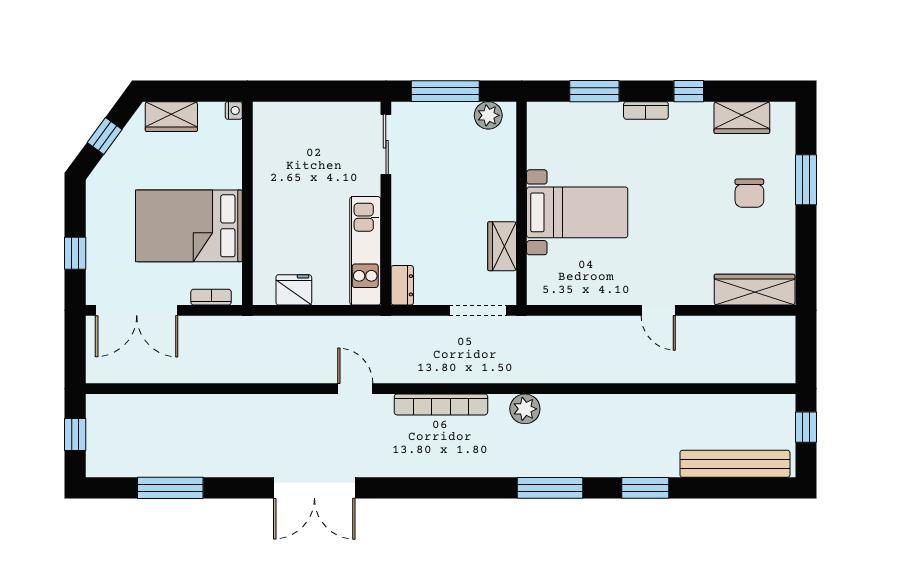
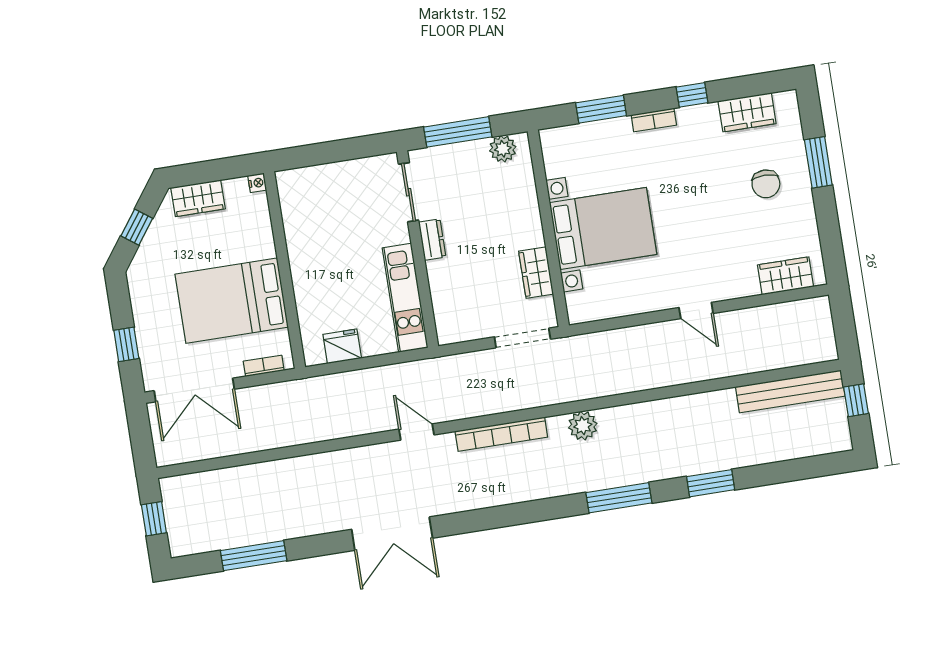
bed with nightstands: (577, 212) -> (603, 229), width x1.36
dresser: (402, 285) -> (432, 240), moved
wardrobe: (755, 290) -> (786, 276), width x0.67
bench: (735, 464) -> (790, 391), moved

